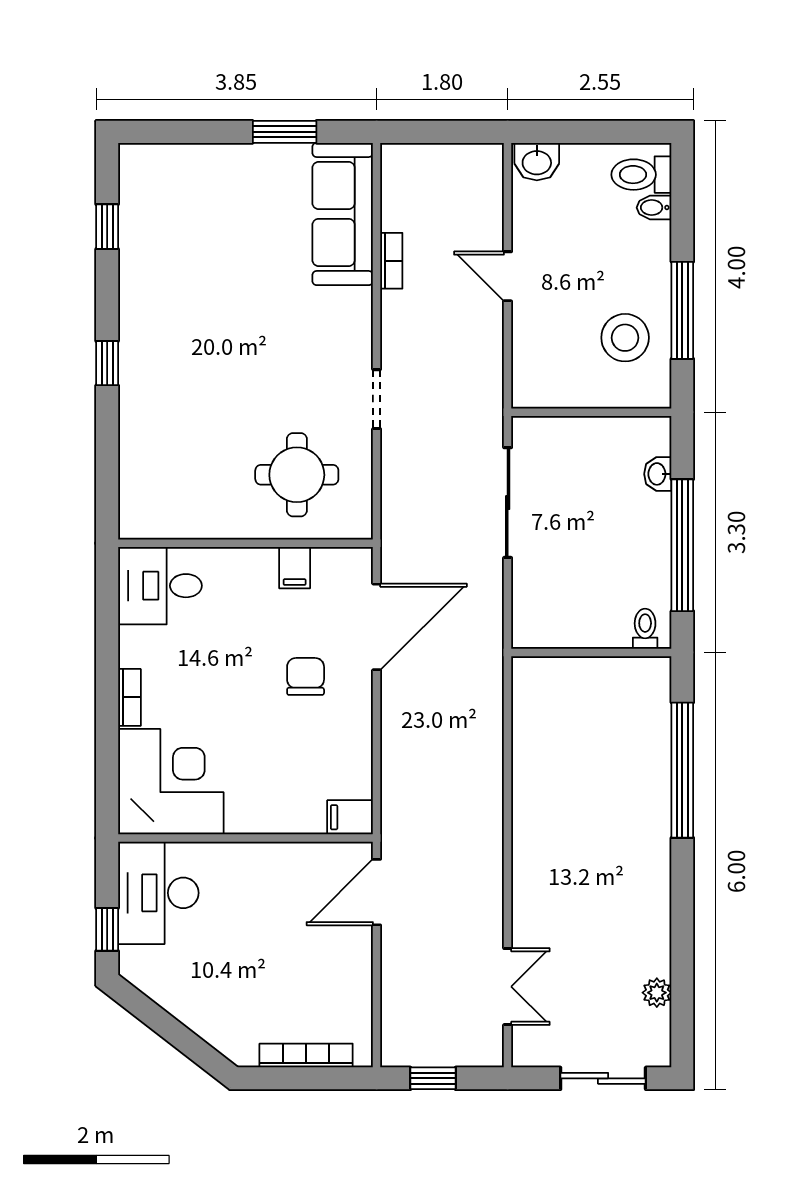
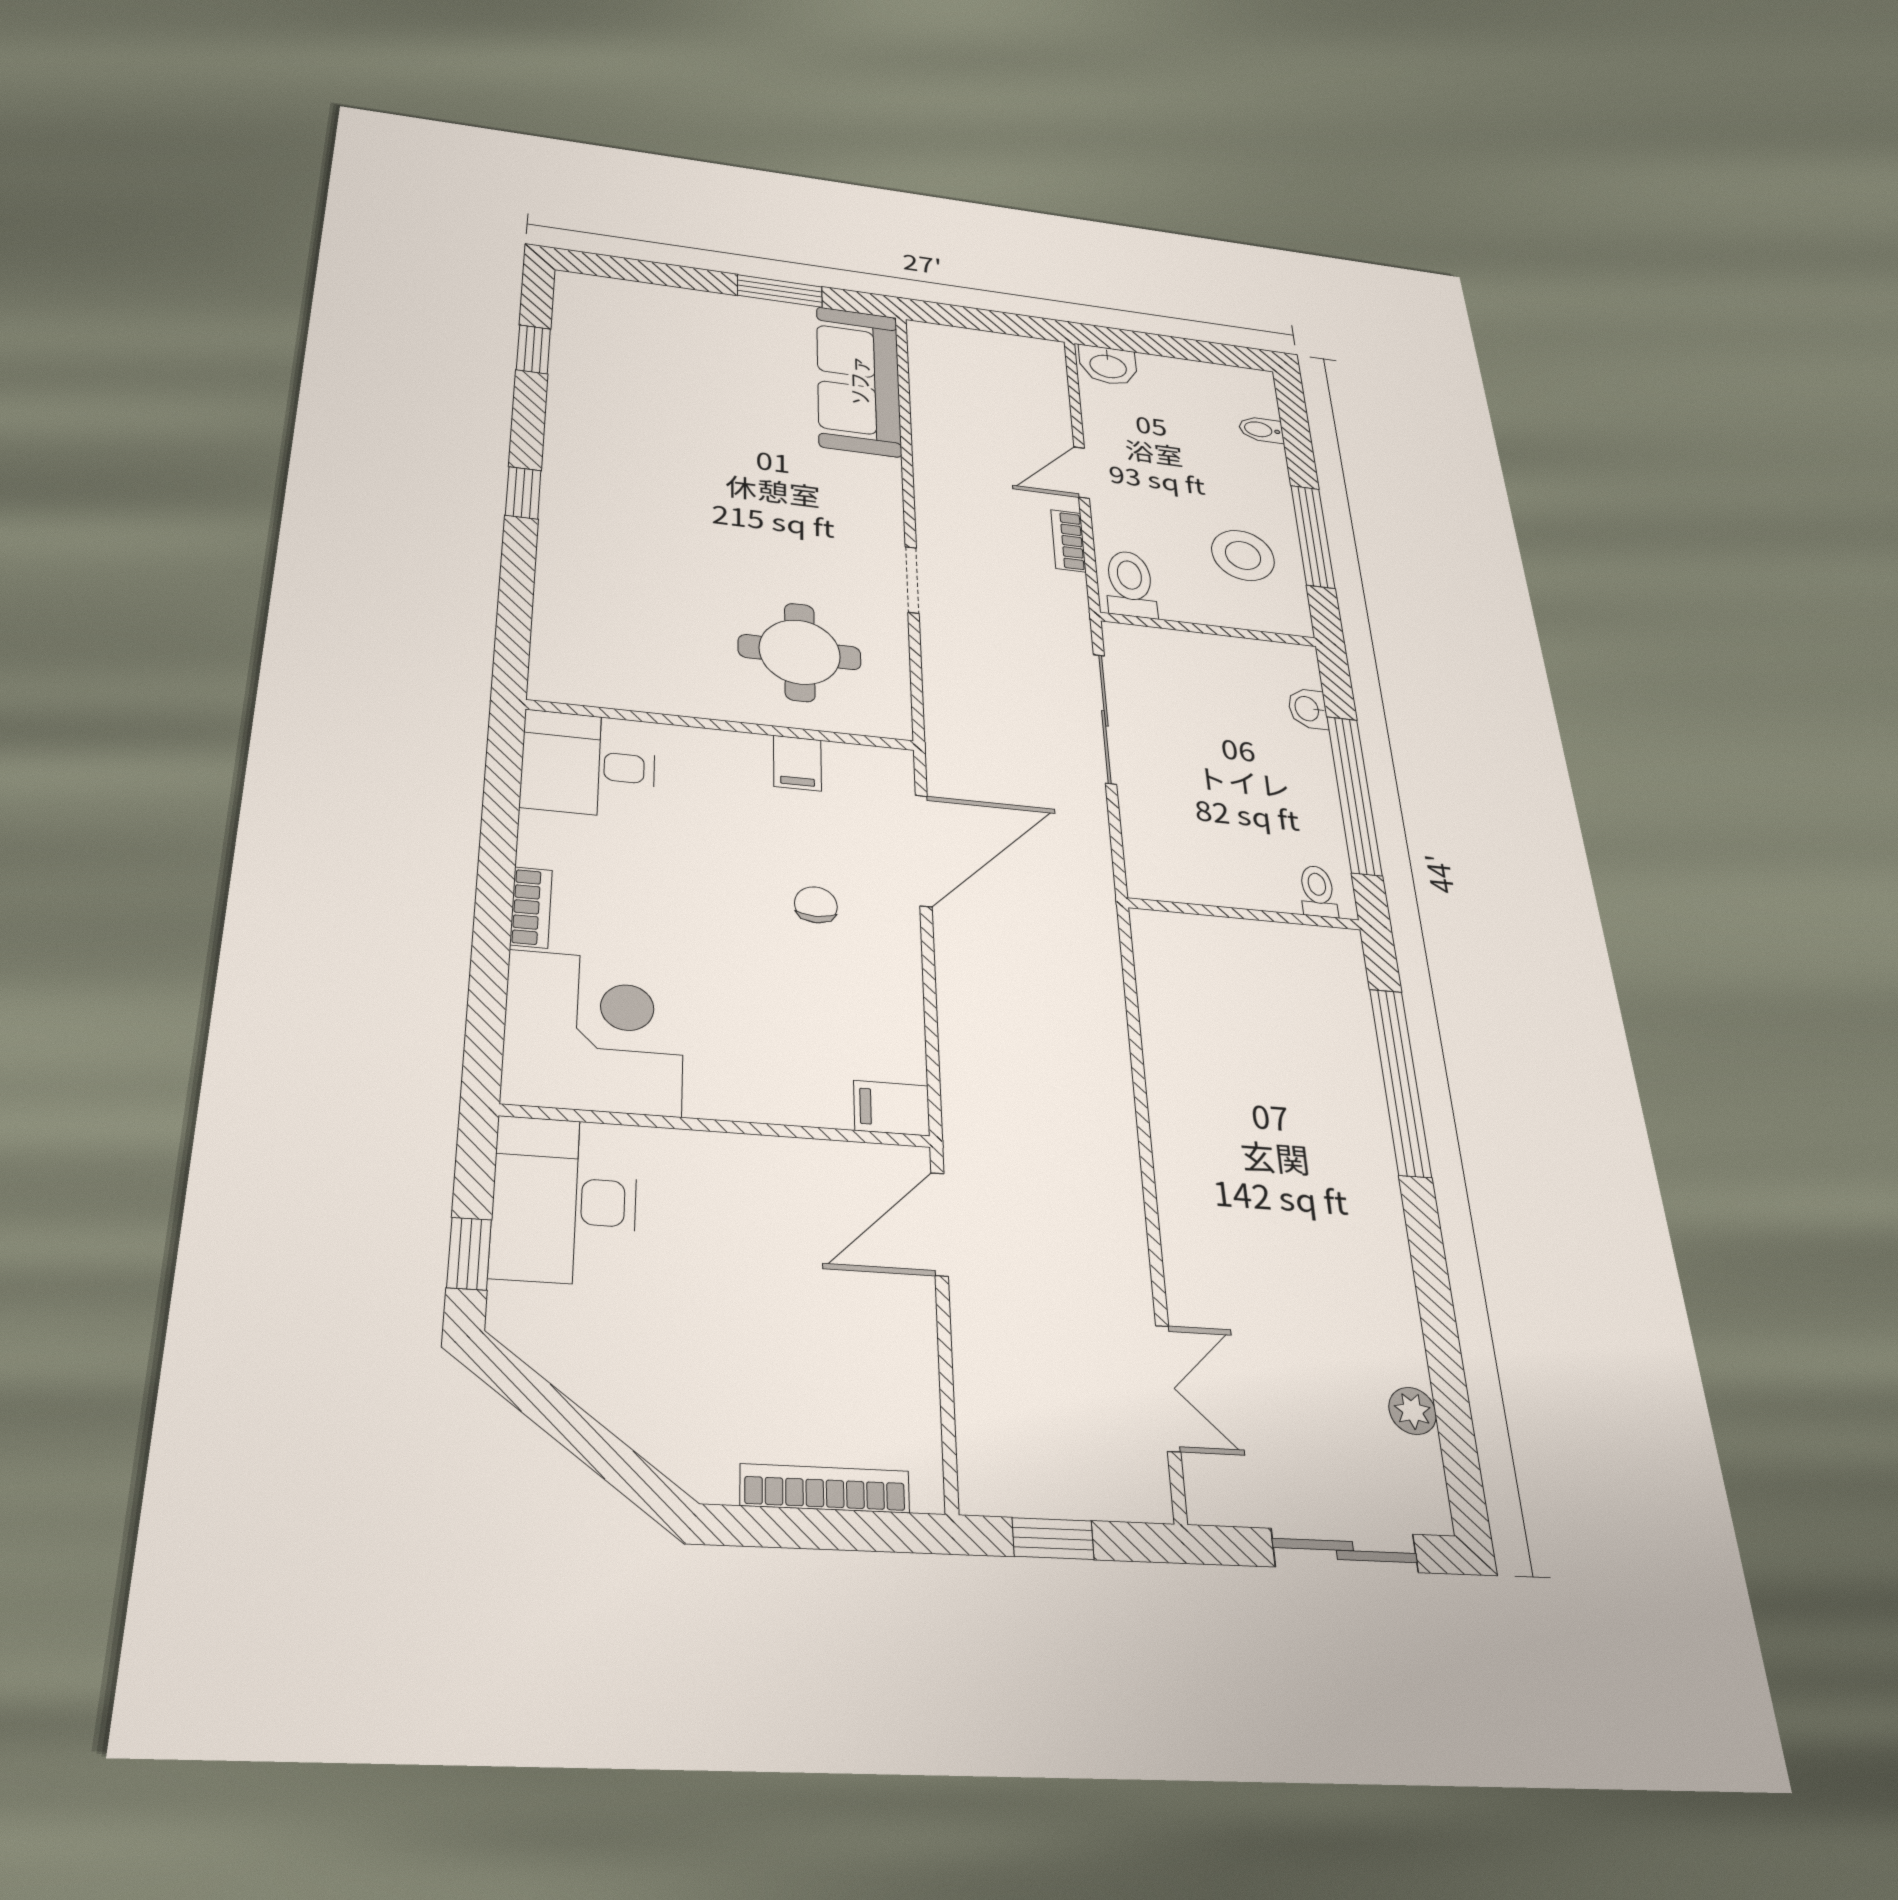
toilet: (641, 175) -> (1130, 584), moved, turned 90
bookcase: (391, 261) -> (1068, 541), moved, turned 180
door: (508, 276) -> (1082, 472), hinge flipped
chair: (306, 676) -> (816, 905), width x0.73, depth x0.73

